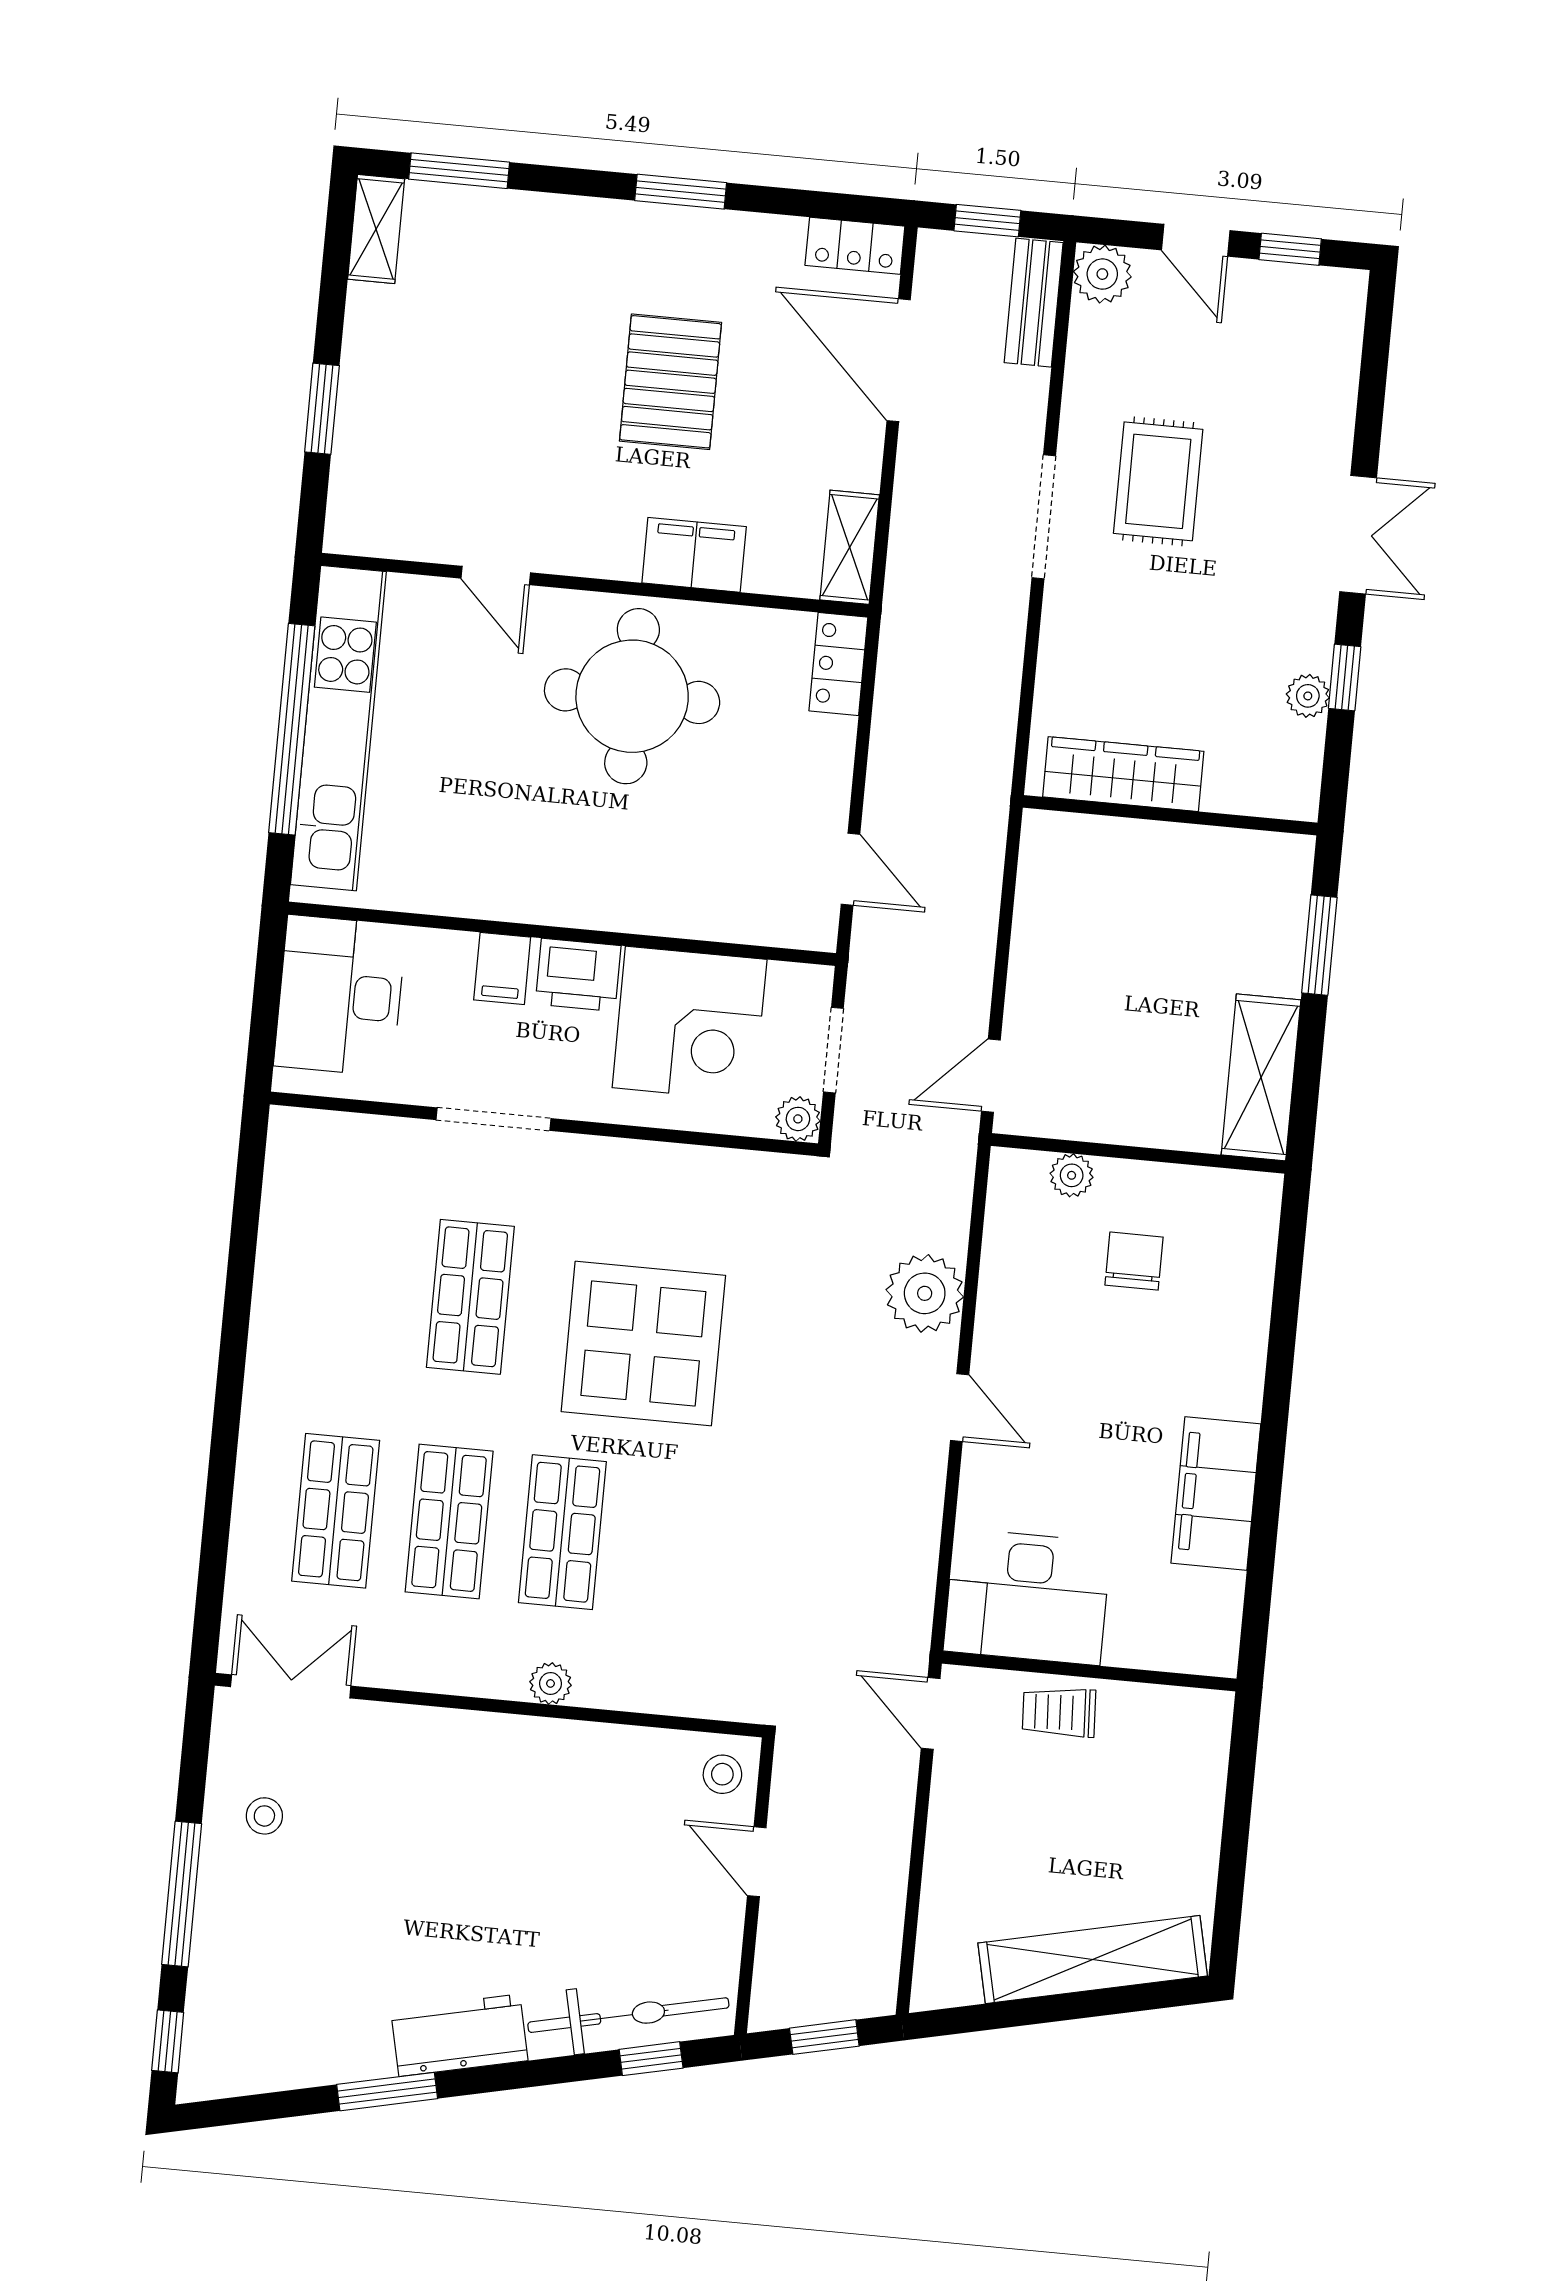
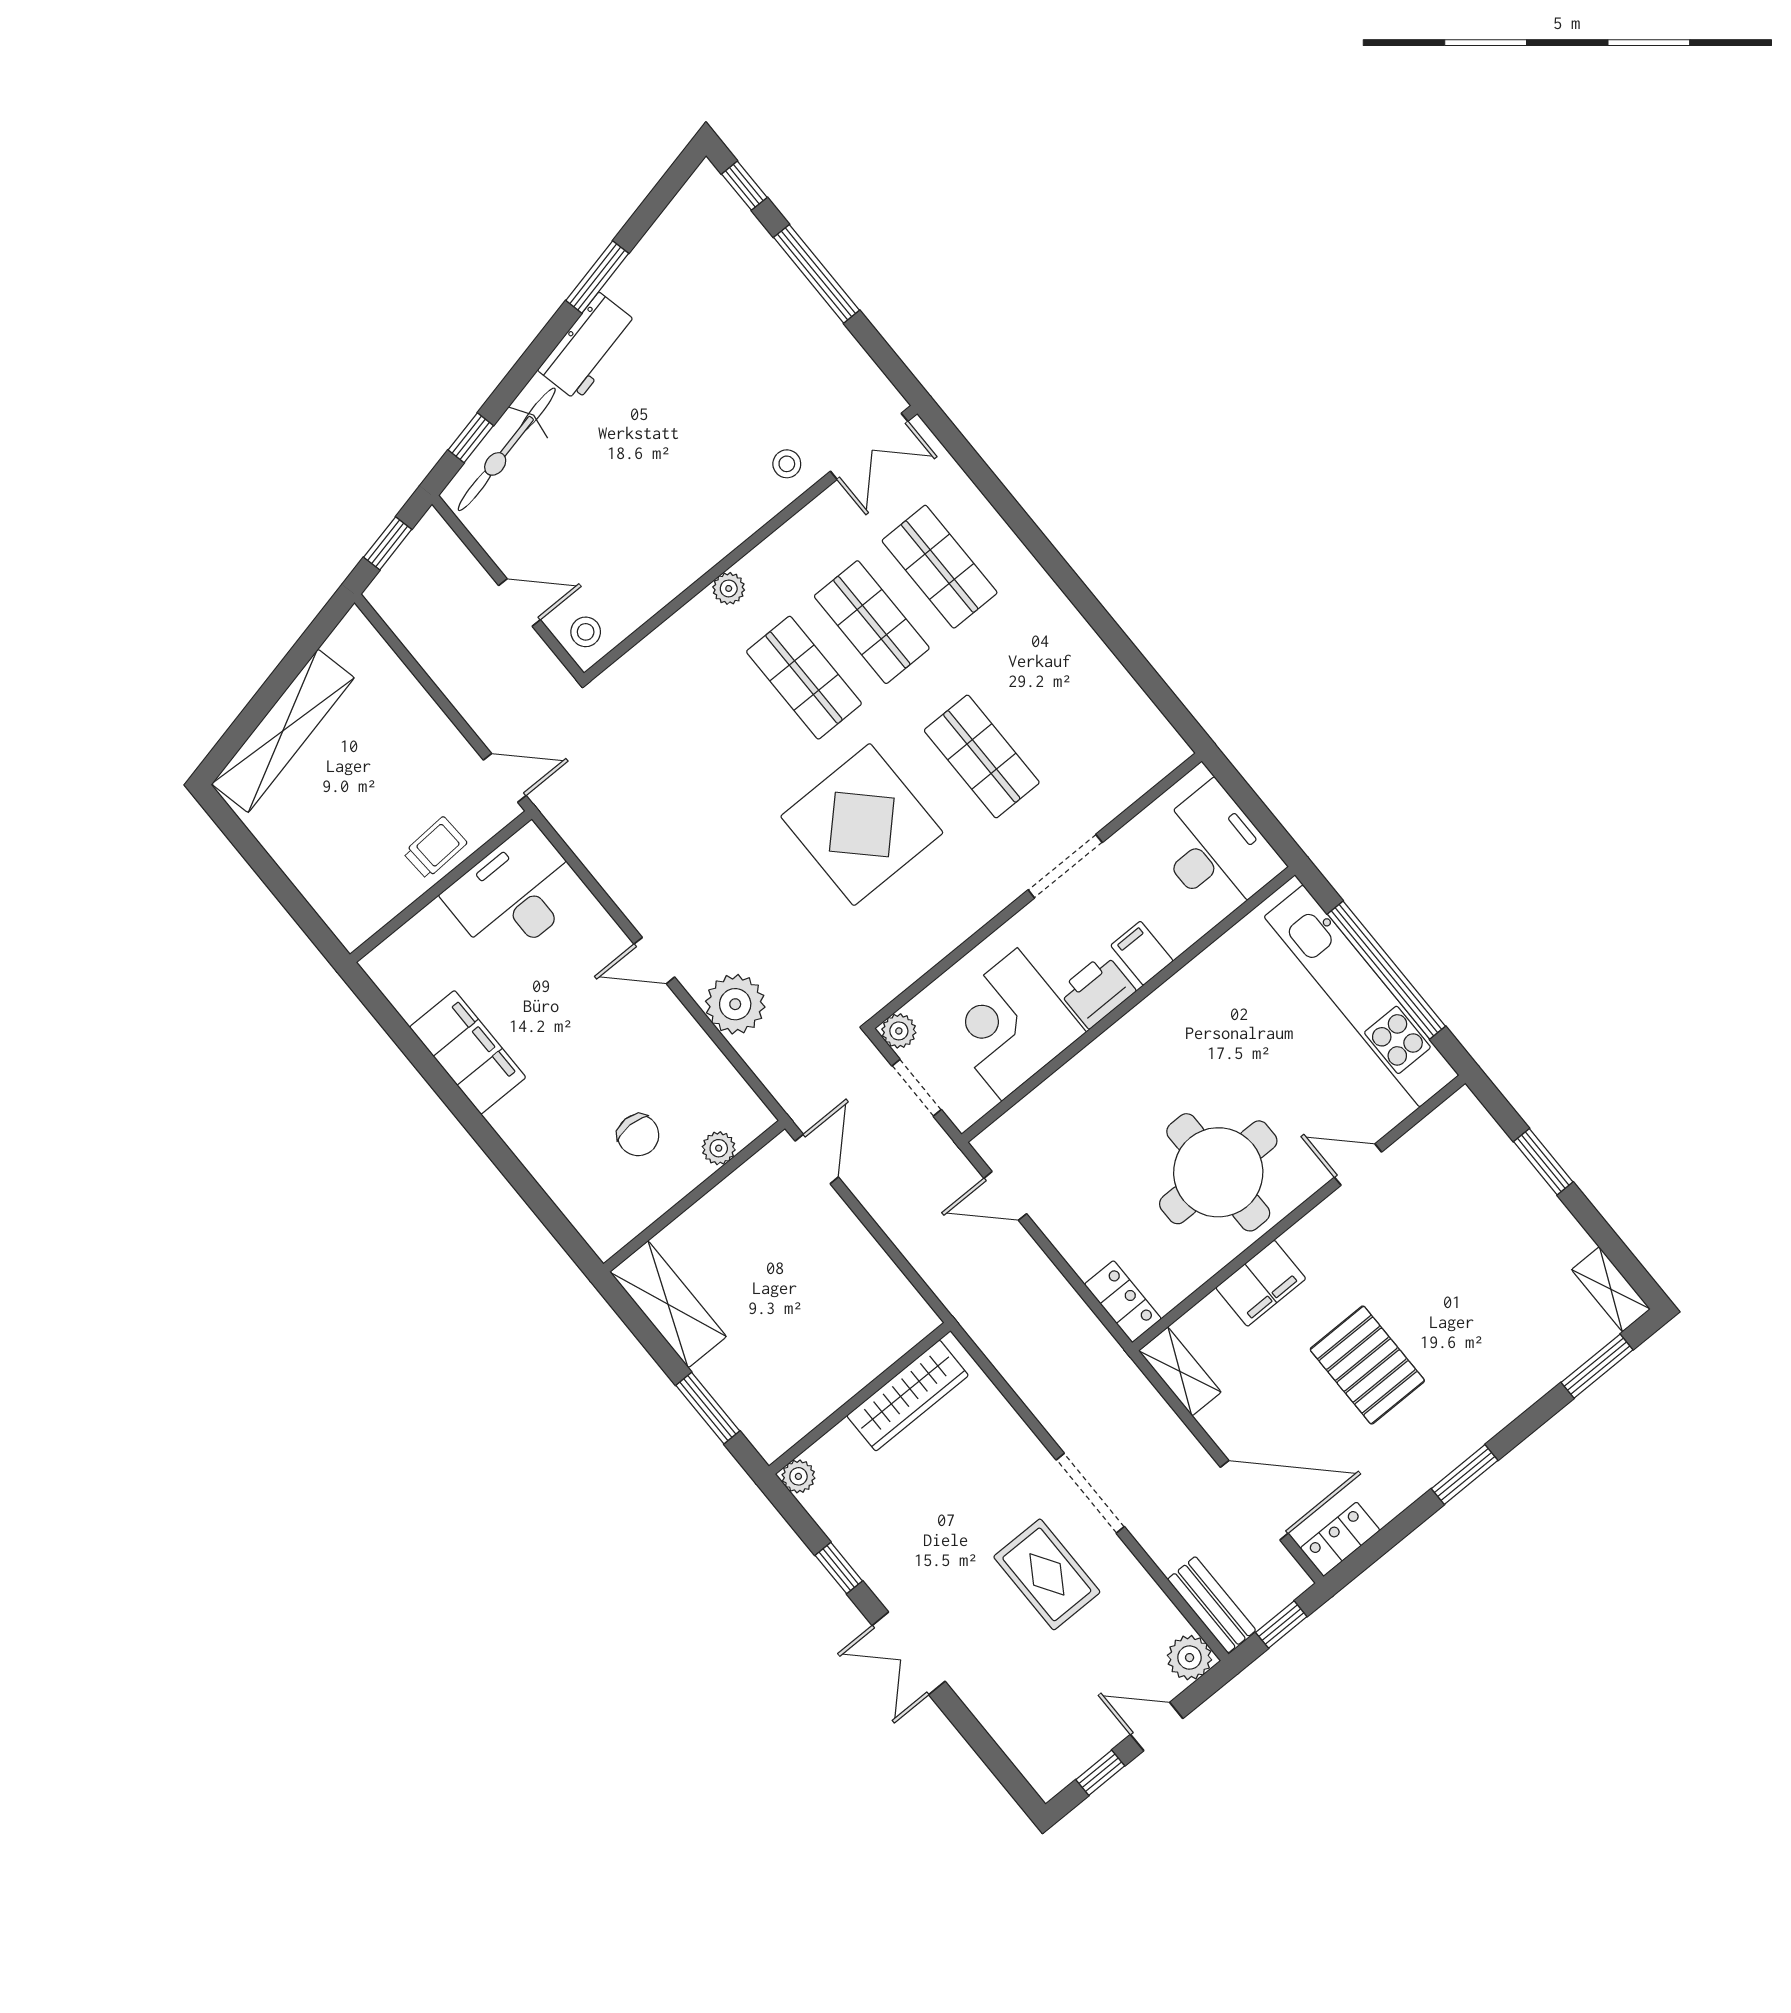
plant: (1308, 696) -> (798, 1476), moved
stool: (264, 1816) -> (787, 464), moved

